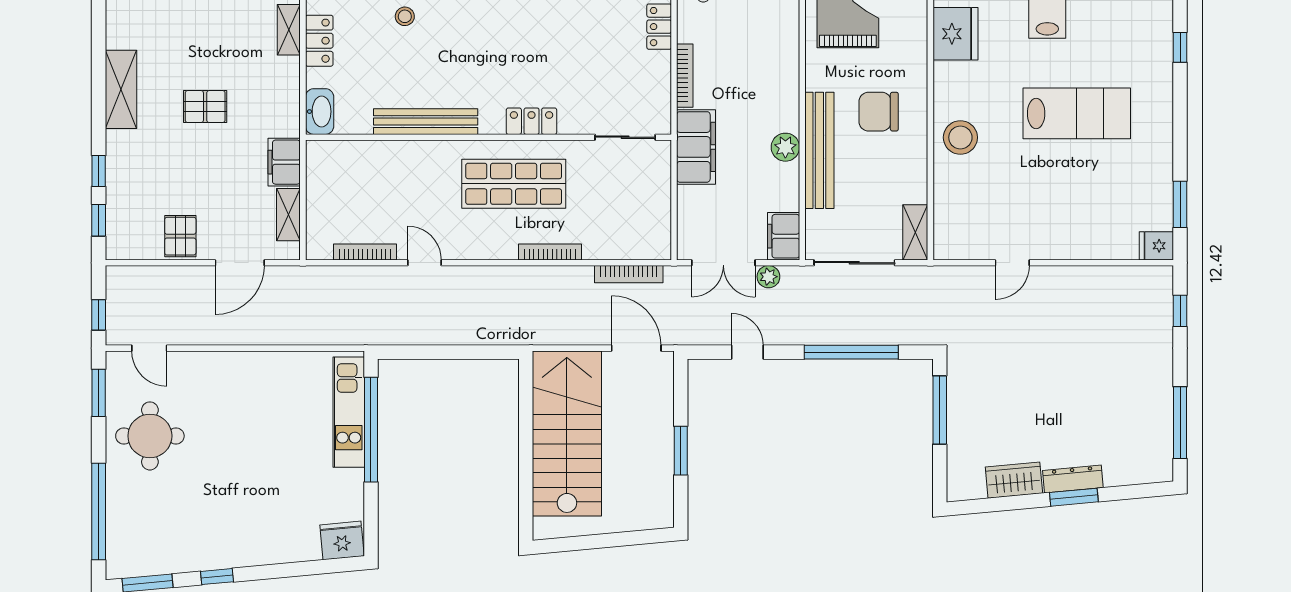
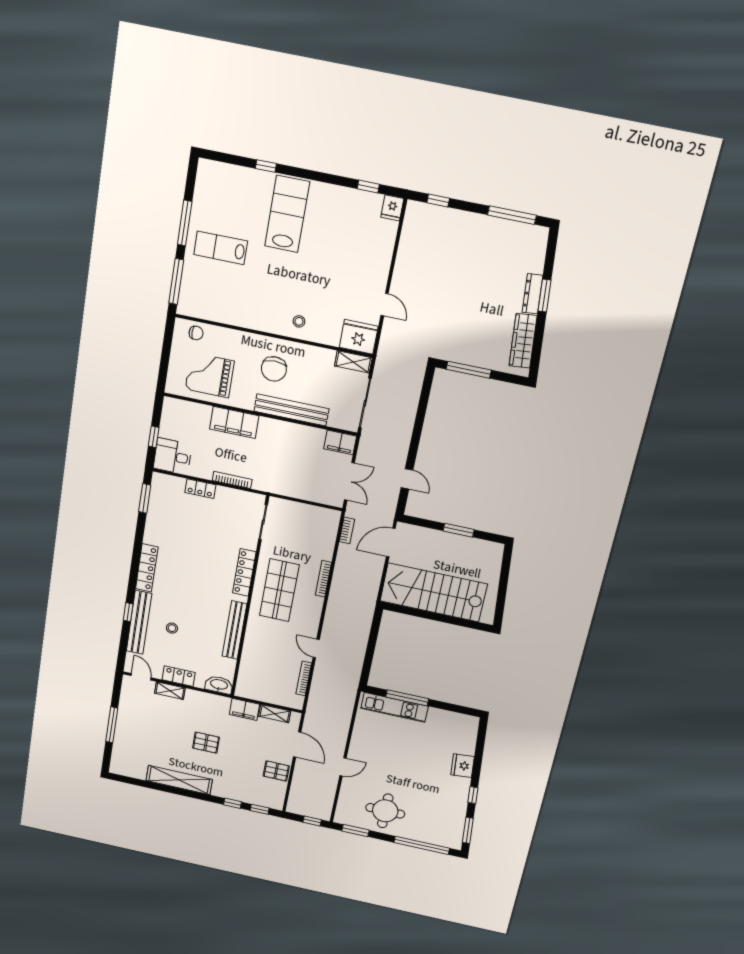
fridge: (955, 34) -> (359, 337), moved
shelving: (121, 89) -> (179, 780), width x1.47
pallet: (205, 107) -> (206, 743), turned 90
lab bench: (1077, 113) -> (287, 214), moved
locker: (532, 121) -> (244, 572), width x1.53
stool: (960, 137) -> (299, 321), width x0.53, depth x0.53
filing cabinet: (696, 147) -> (234, 422), moved, turned 180
plant: (785, 147) -> (286, 430), removed
window: (1180, 204) -> (368, 186), width x0.67
door: (425, 263) -> (316, 648), hinge flipped
bookcase: (629, 274) -> (347, 530), width x0.64
plant: (768, 277) -> (363, 457), removed
door: (149, 348) -> (343, 767), moved
door: (747, 352) -> (407, 479), swing flipped
window: (851, 352) -> (420, 417), removed
window: (371, 430) -> (407, 698), width x0.68
wardrobe: (1014, 480) -> (523, 341), width x1.50
fridge: (342, 541) -> (463, 766), moved

